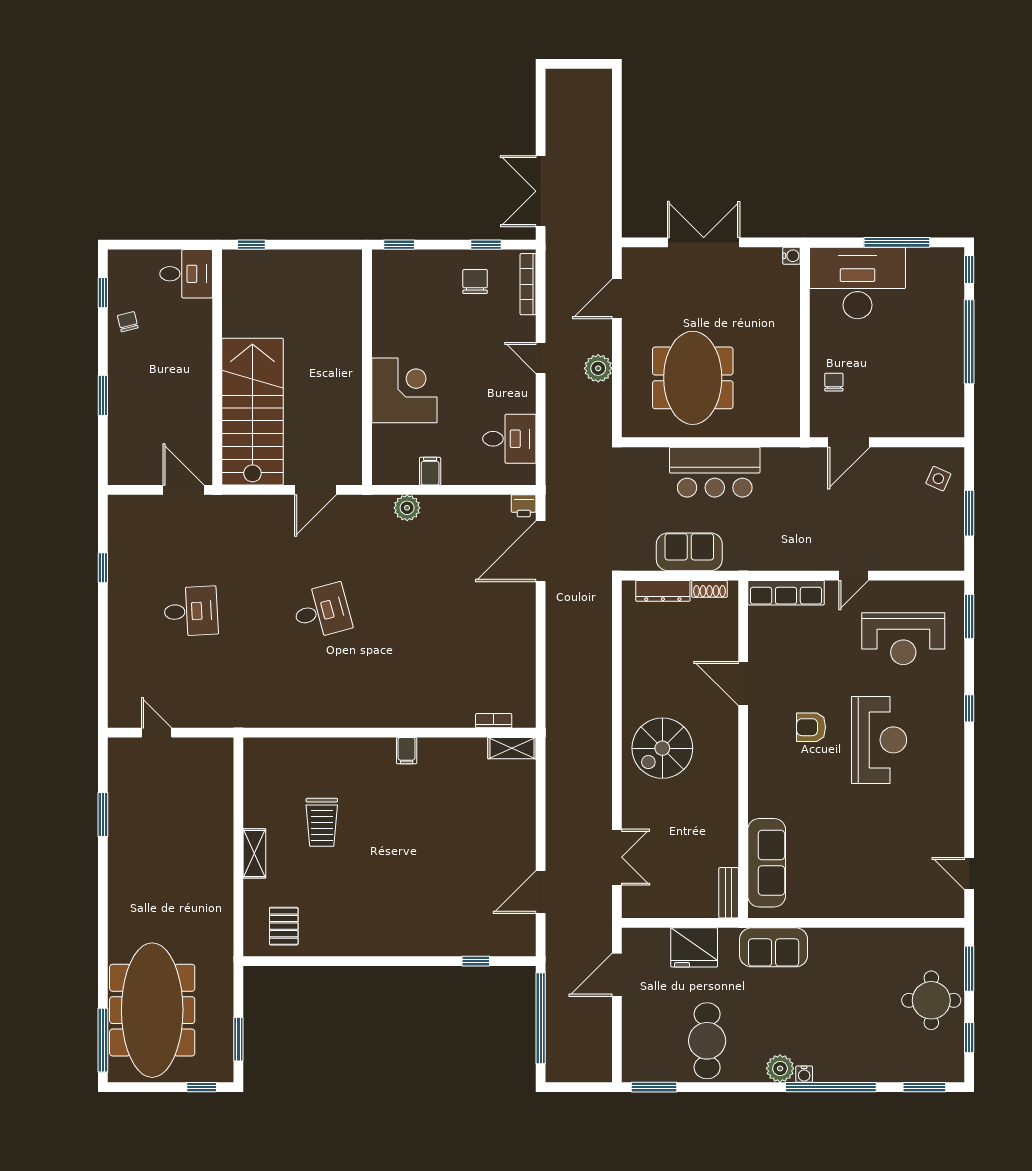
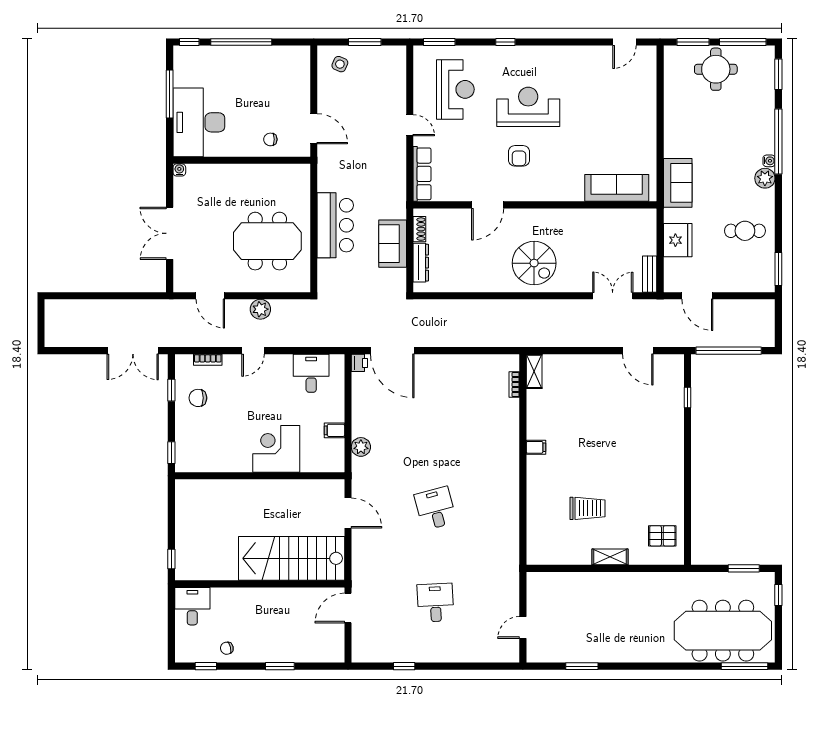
bookcase: (528, 284) -> (208, 360), width x0.64
bench: (729, 893) -> (650, 274), moved, turned 90
window: (969, 1038) -> (743, 42), width x2.17
cafe table: (707, 1041) -> (745, 231), width x0.73, depth x0.74

